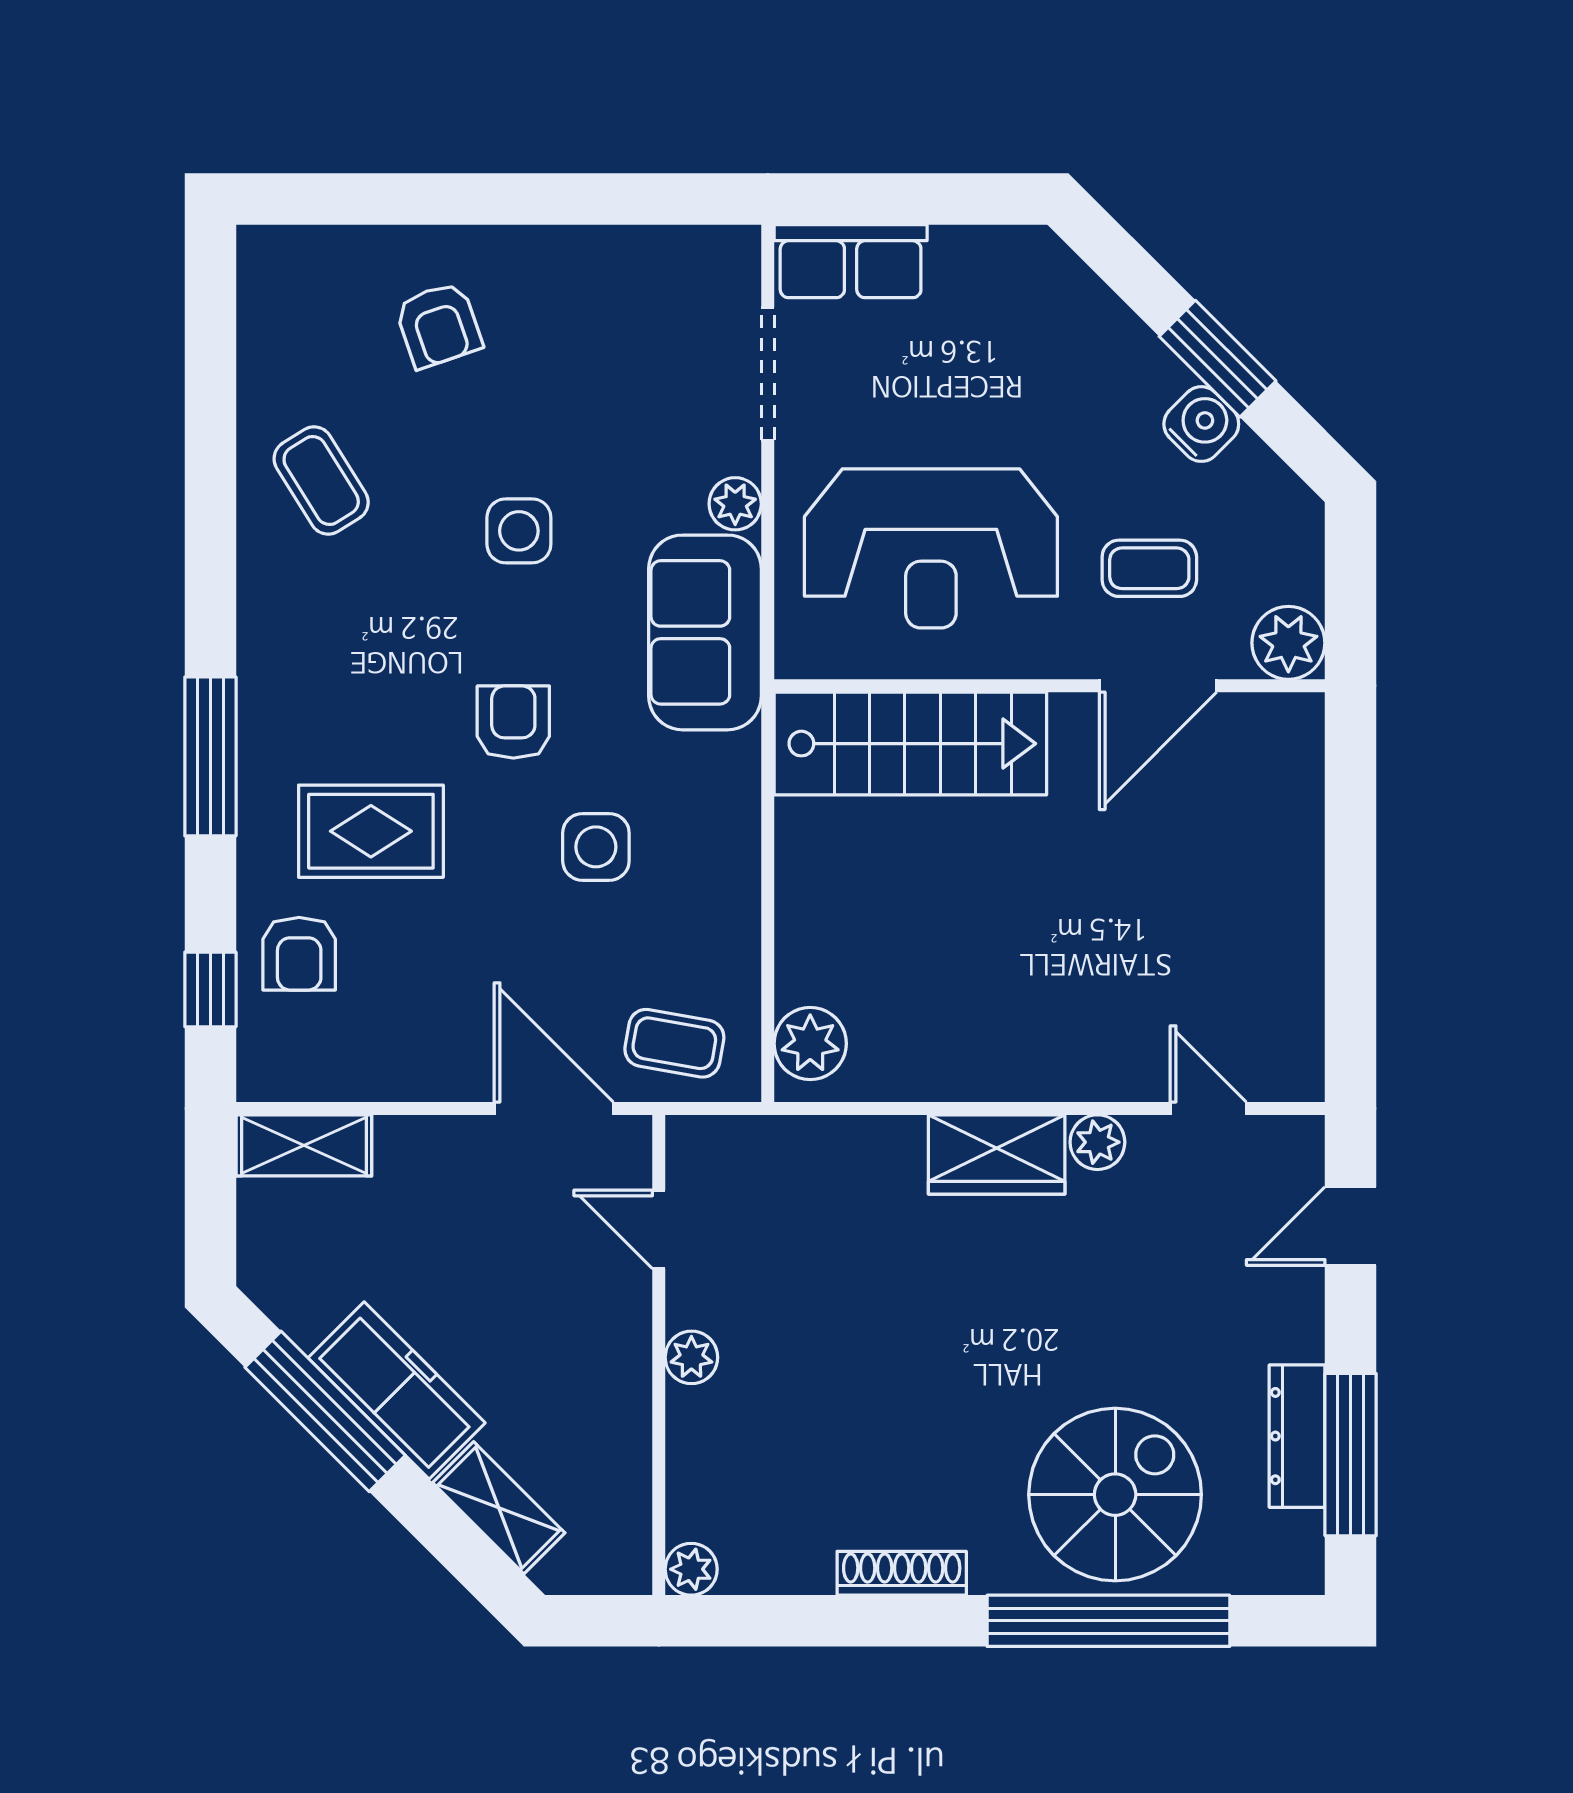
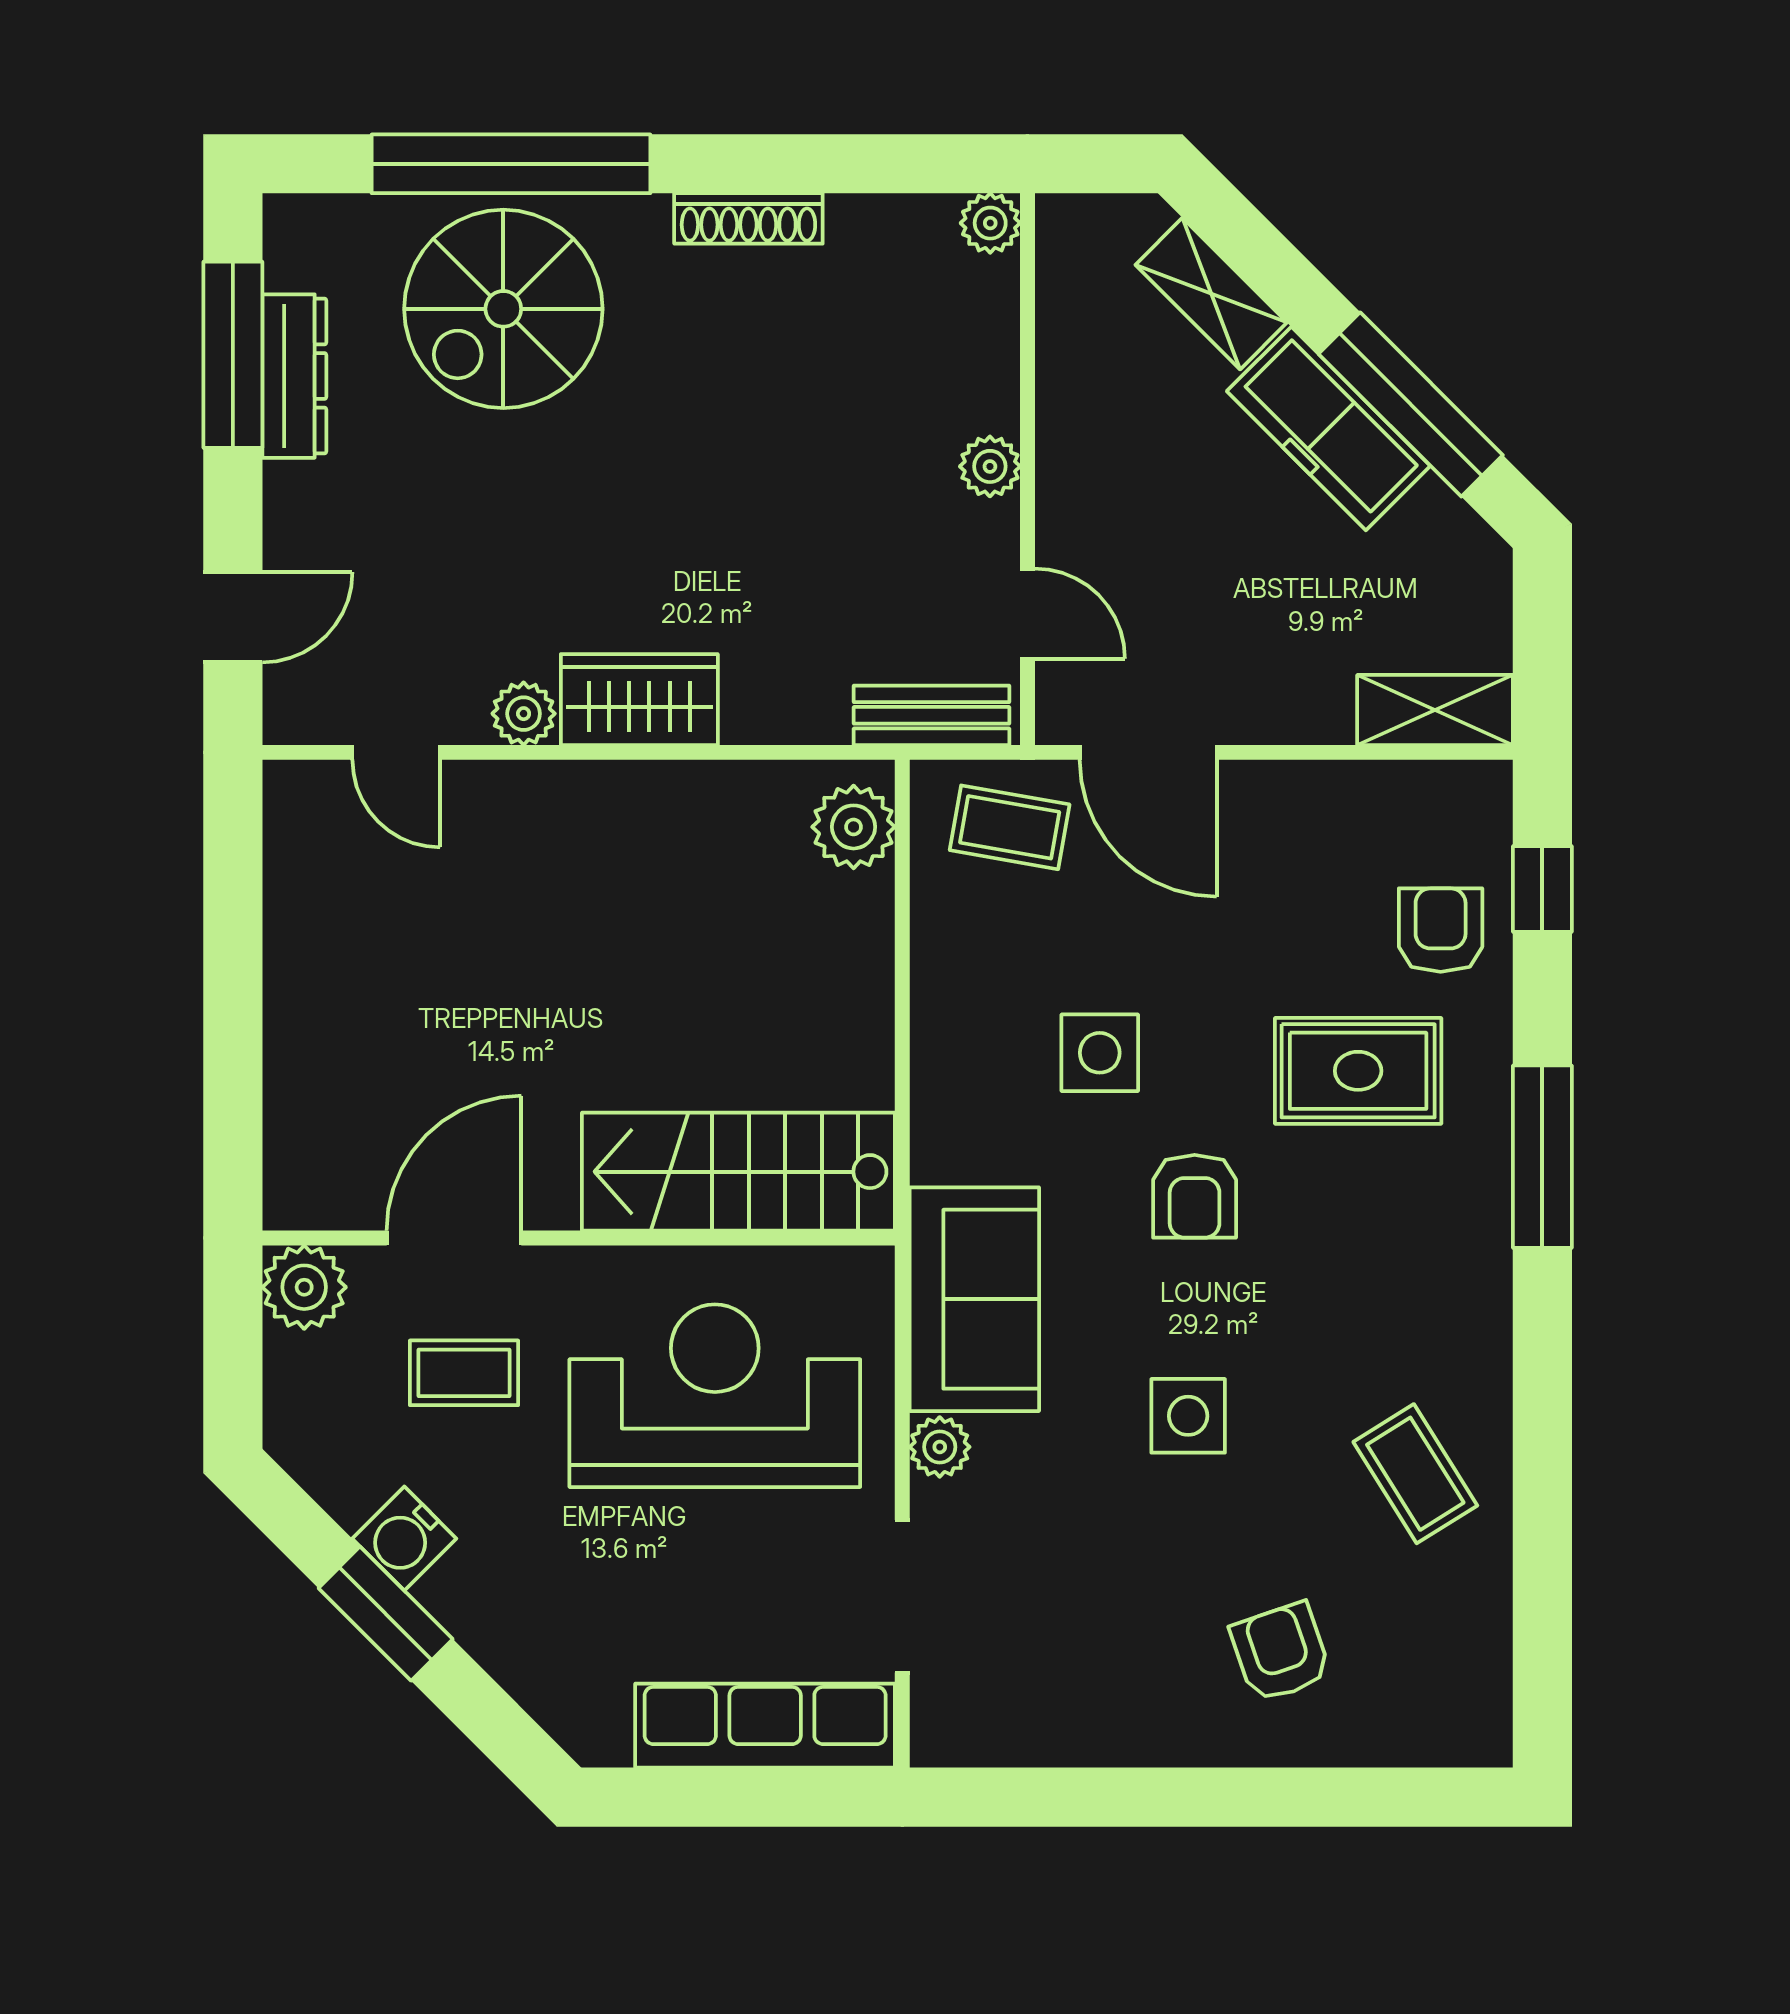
row of seats: (851, 261) -> (765, 1726), width x1.48
bench: (742, 1141) -> (932, 715), added

